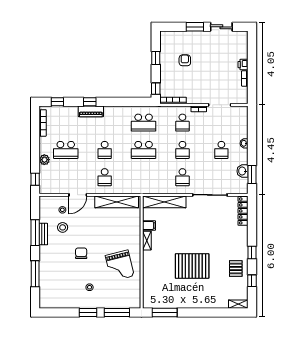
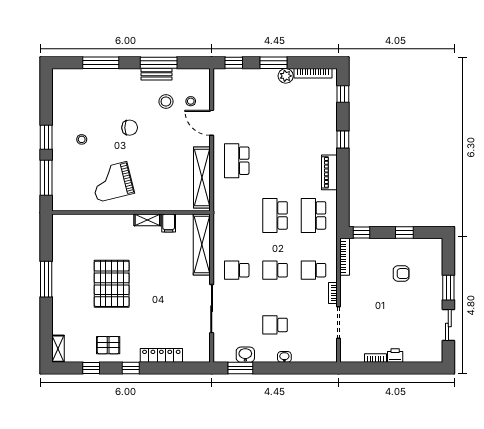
piano: (91, 111) -> (329, 172), moved
school desk: (66, 150) -> (275, 106), removed
school desk: (105, 150) -> (275, 161), removed
window: (35, 151) -> (273, 63), added
plant: (44, 160) -> (286, 76), moved
school desk: (105, 177) -> (237, 161), width x1.85
locker: (243, 211) -> (161, 355), moved
window: (165, 313) -> (46, 279), moved

